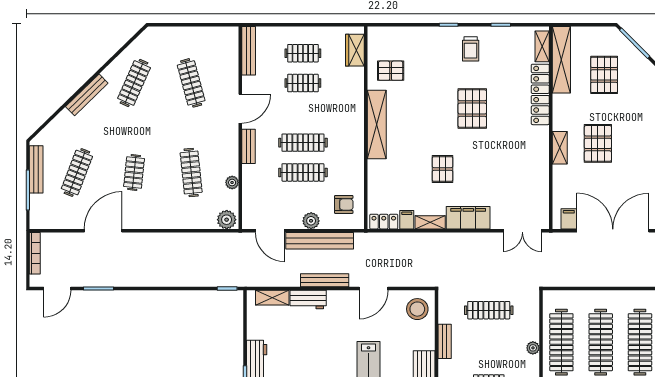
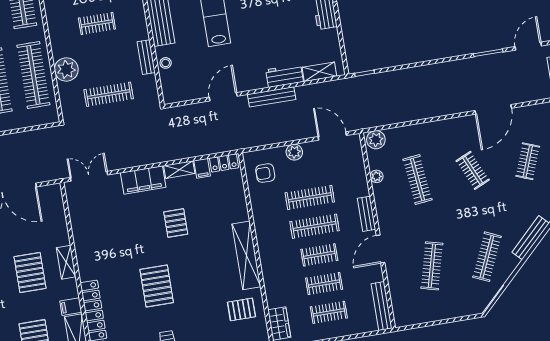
clothes rail: (191, 83) -> (432, 266), turned 30
clothes rail: (303, 113) -> (319, 255), added
clothes rail: (77, 173) -> (528, 161), width x0.73
clothes rail: (134, 173) -> (473, 170), turned -30
filing cabinet: (569, 219) -> (71, 307), moved, turned 90
bench: (320, 241) -> (283, 134), removed
stool: (417, 309) -> (166, 63), moved, width x0.53, depth x0.53
plant: (533, 348) -> (66, 69), width x1.87, depth x1.87

